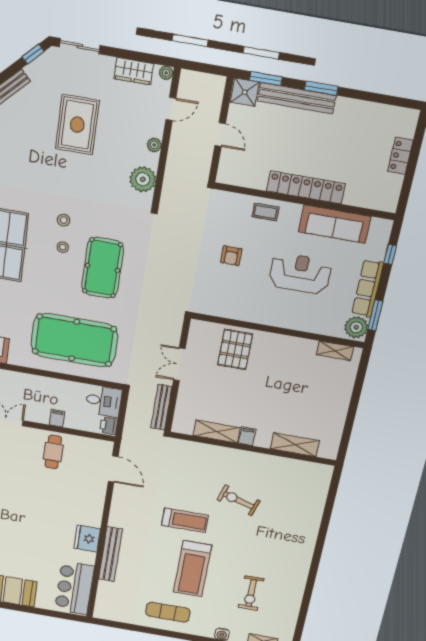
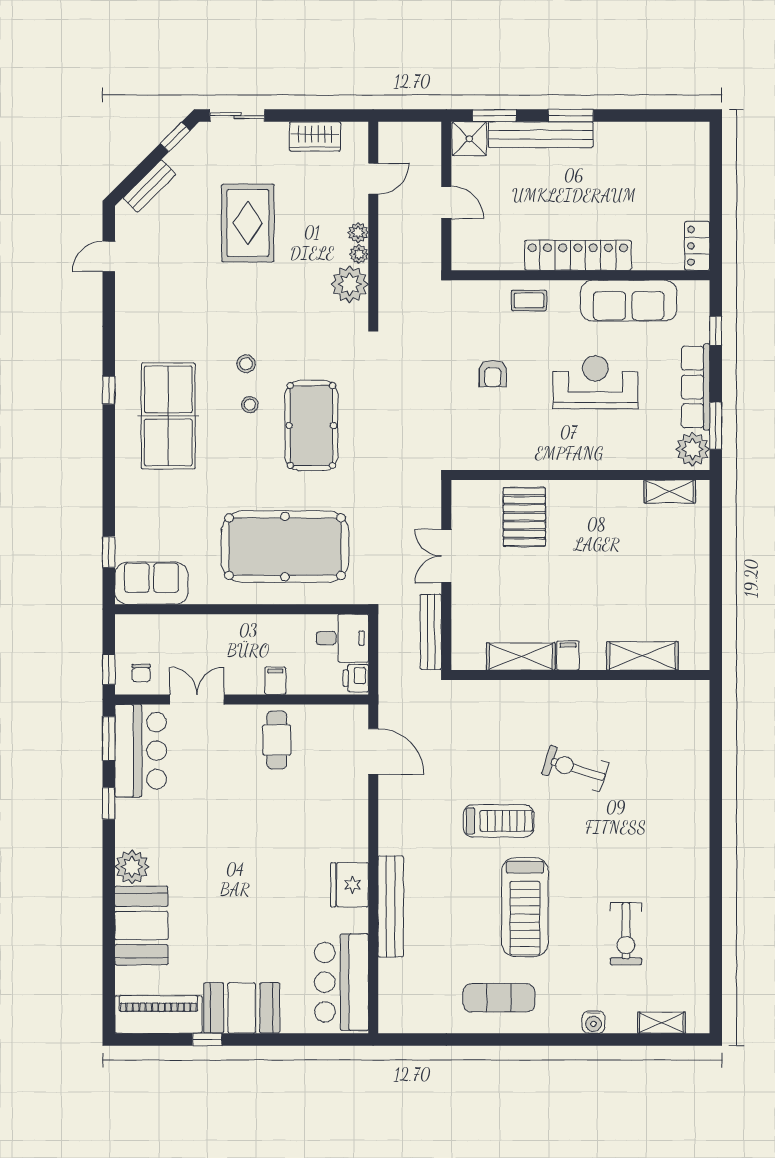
plant: (166, 73) -> (359, 254), moved
locker: (400, 156) -> (697, 246), moved

